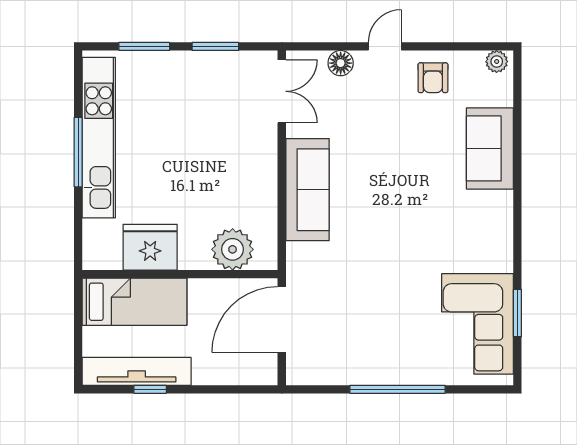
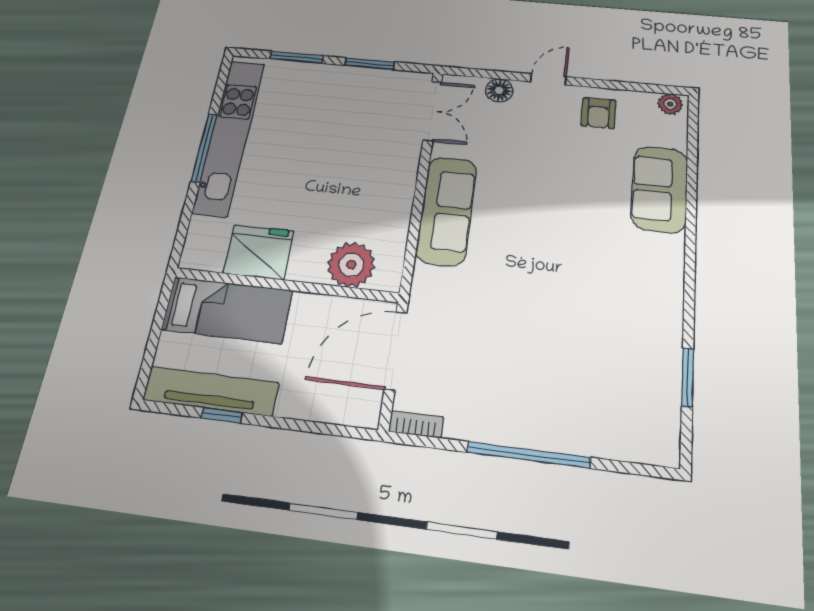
corner sofa: (478, 324) -> (636, 385), removed
bookcase: (307, 377) -> (416, 424), added

